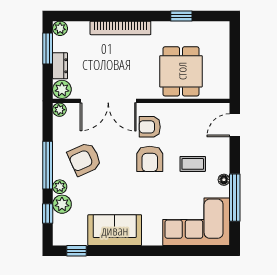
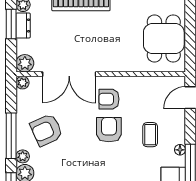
dresser: (60, 66) -> (23, 26), moved
dining table: (181, 71) -> (164, 39), moved
armchair: (150, 159) -> (109, 130), turned 180
coffee table: (193, 164) -> (150, 135), turned 90

